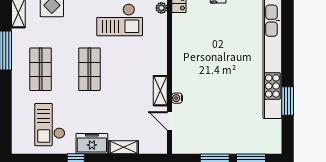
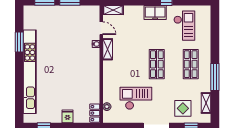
shelving: (124, 147) -> (113, 10), moved

